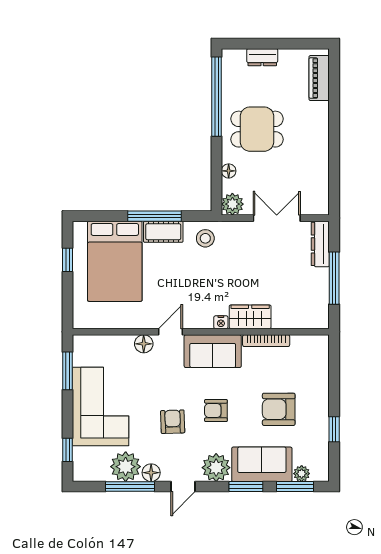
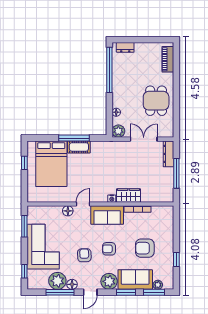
dresser: (262, 57) -> (125, 47), moved
dining table: (257, 129) -> (156, 101), moved, turned 90
stool: (205, 238) -> (103, 151), removed

